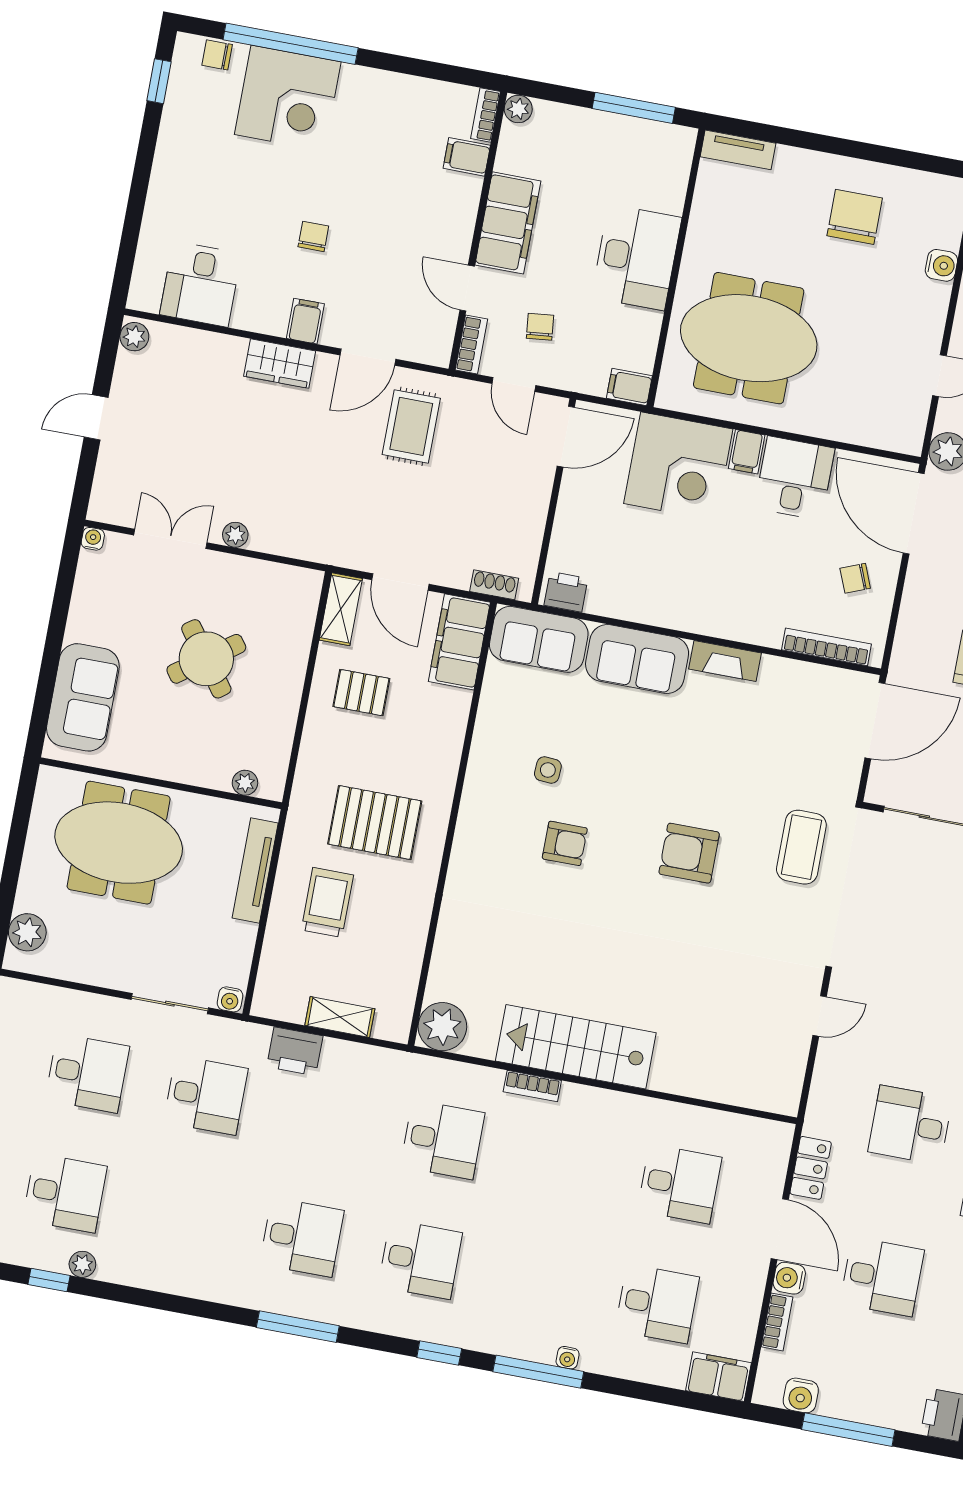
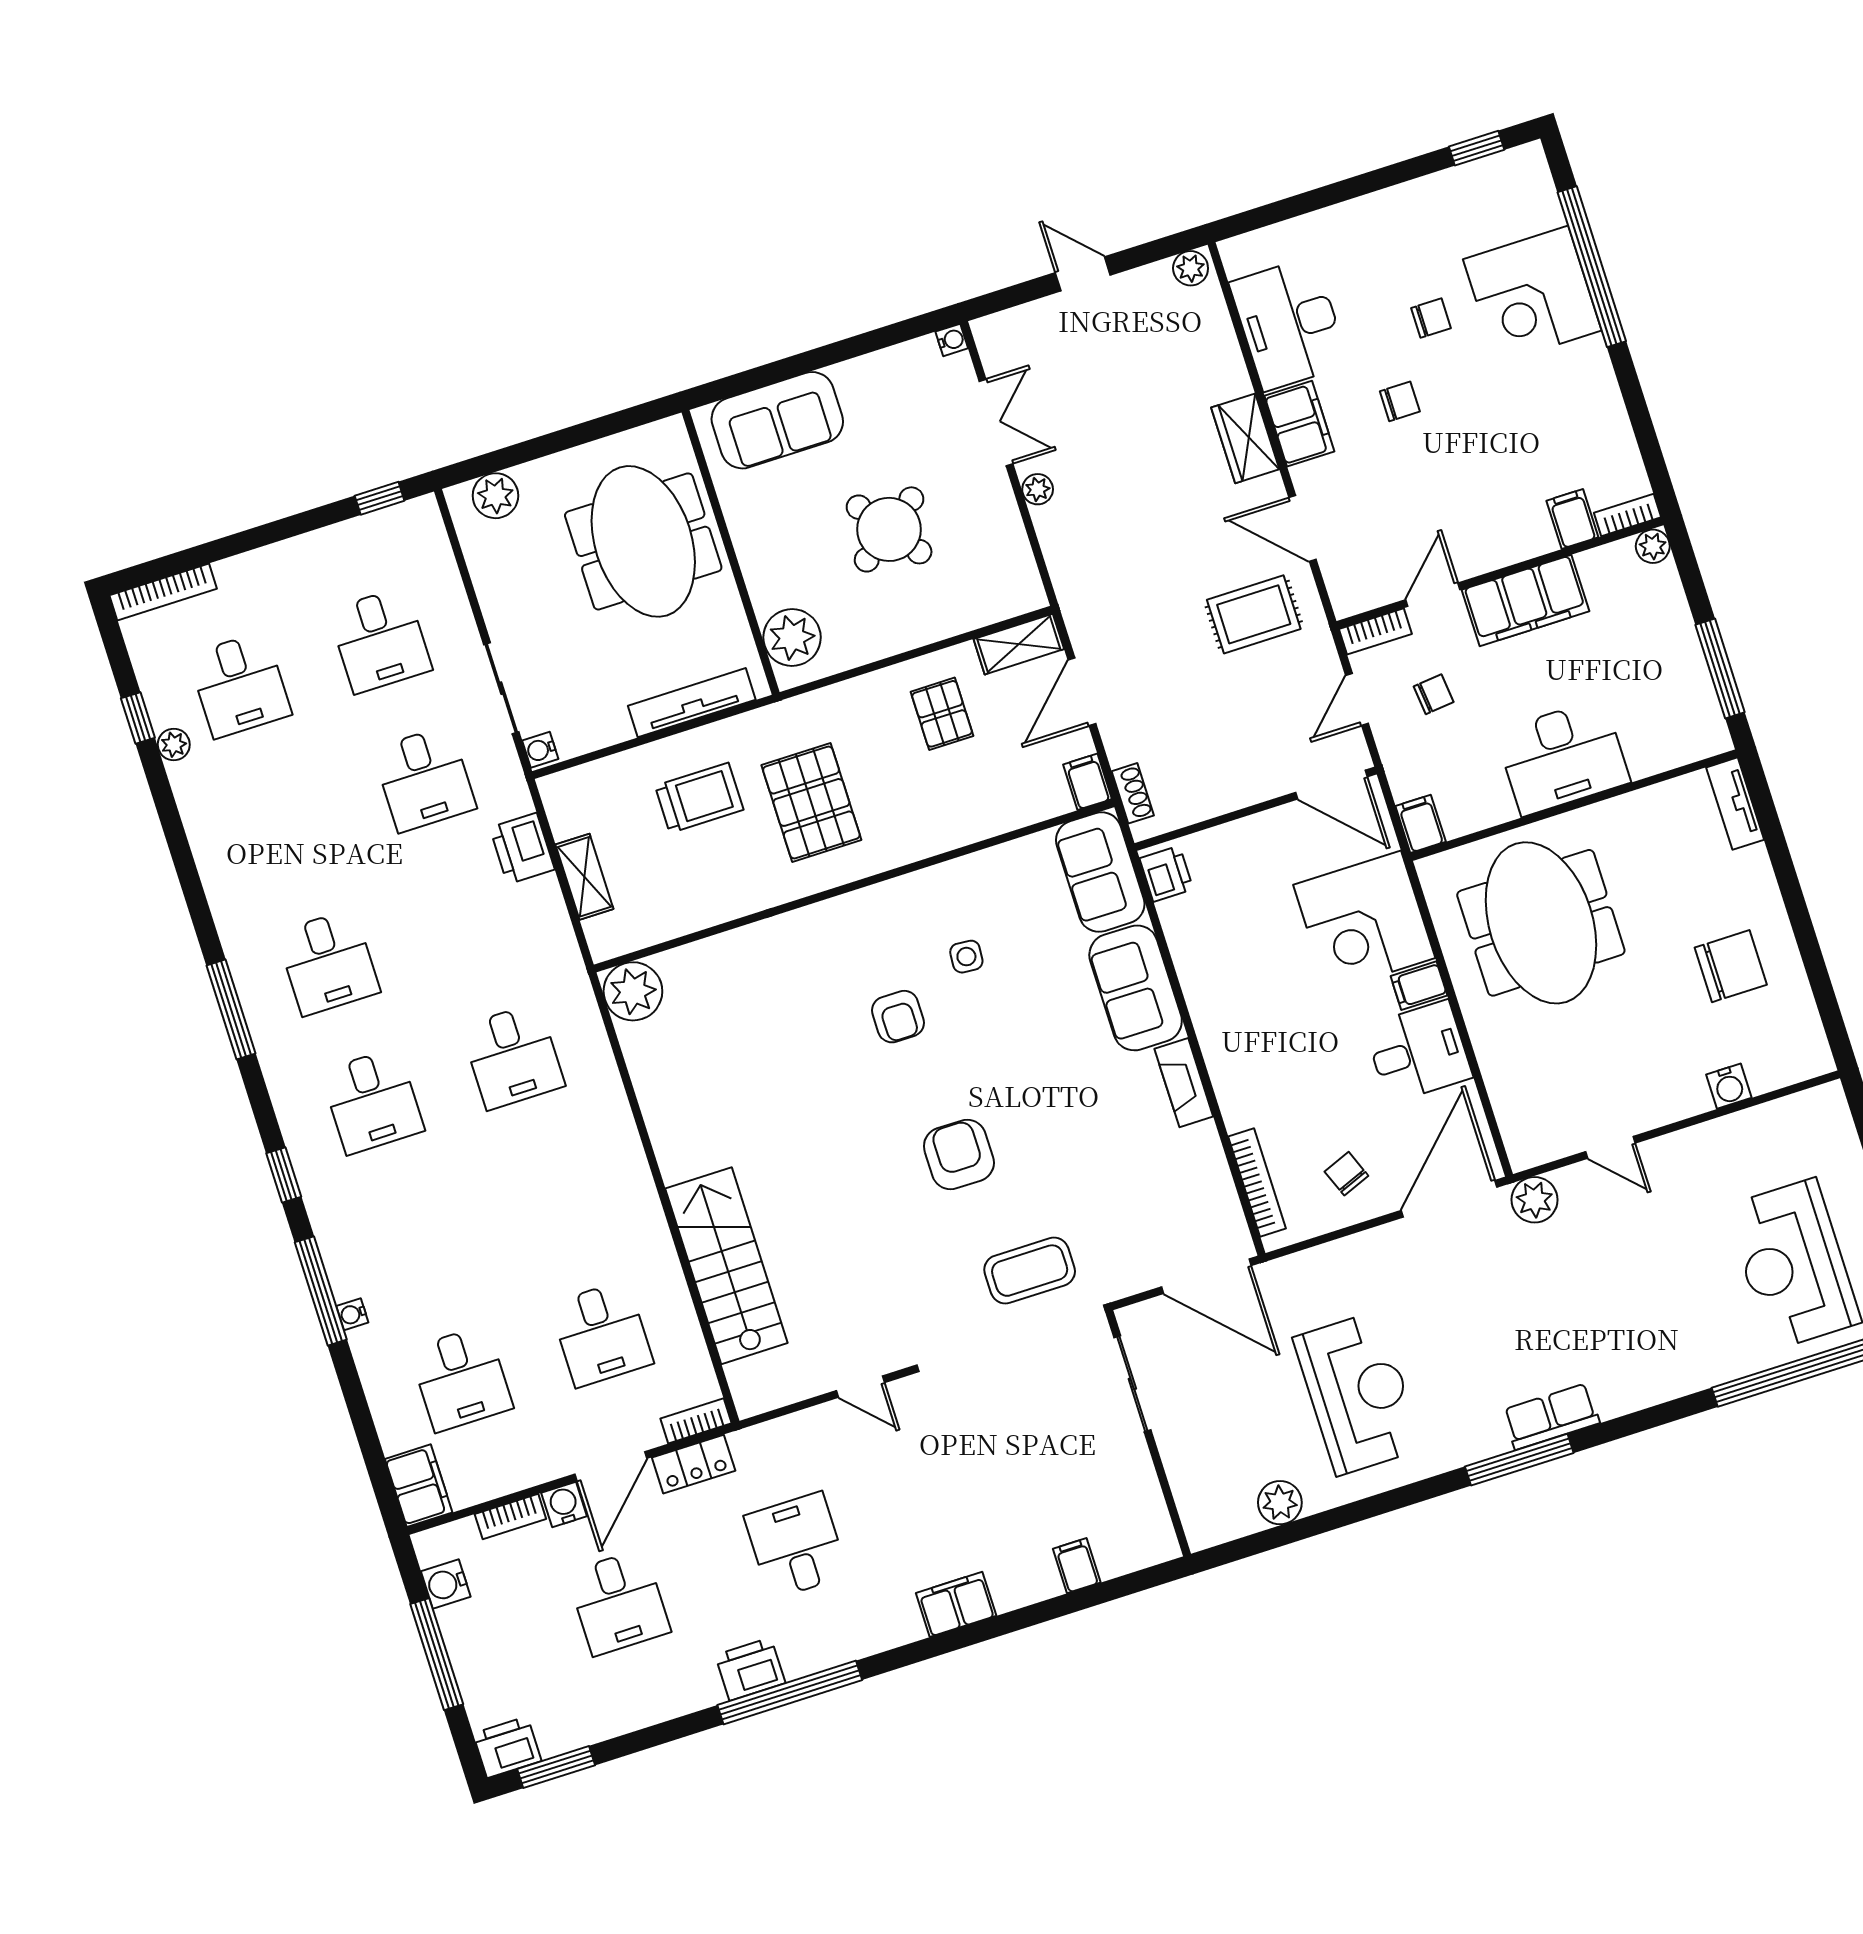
chair: (217, 55) -> (1431, 318), moved, turned 90
desk: (201, 284) -> (1289, 324), width x1.37
filing cabinet: (305, 321) -> (1299, 424), width x2.00
filing cabinet: (459, 642) -> (1087, 782), width x0.33, depth x0.86
plant: (245, 783) -> (792, 638), width x1.88, depth x1.88
stairs: (576, 1047) -> (726, 1266), moved
bookcase: (532, 1086) -> (696, 1421), moved, turned 90

